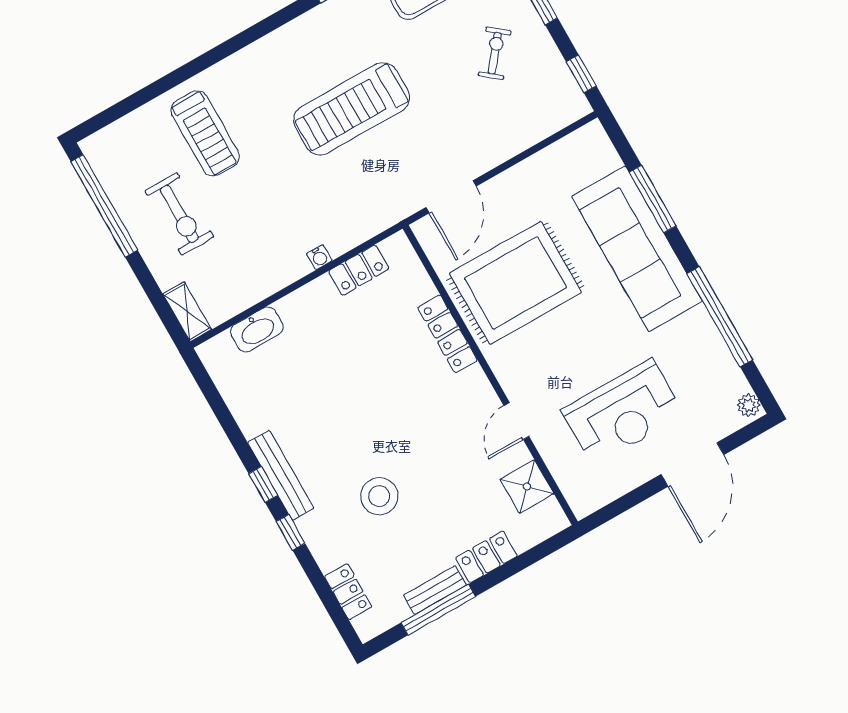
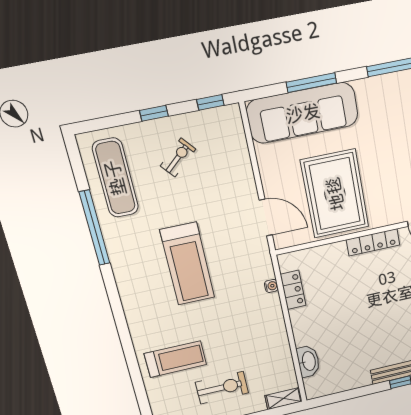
exercise bike: (495, 53) -> (178, 157), turned 100
sofa: (637, 249) -> (303, 113), moved
water cooler: (319, 257) -> (271, 286), moved
locker: (448, 334) -> (373, 242), moved

